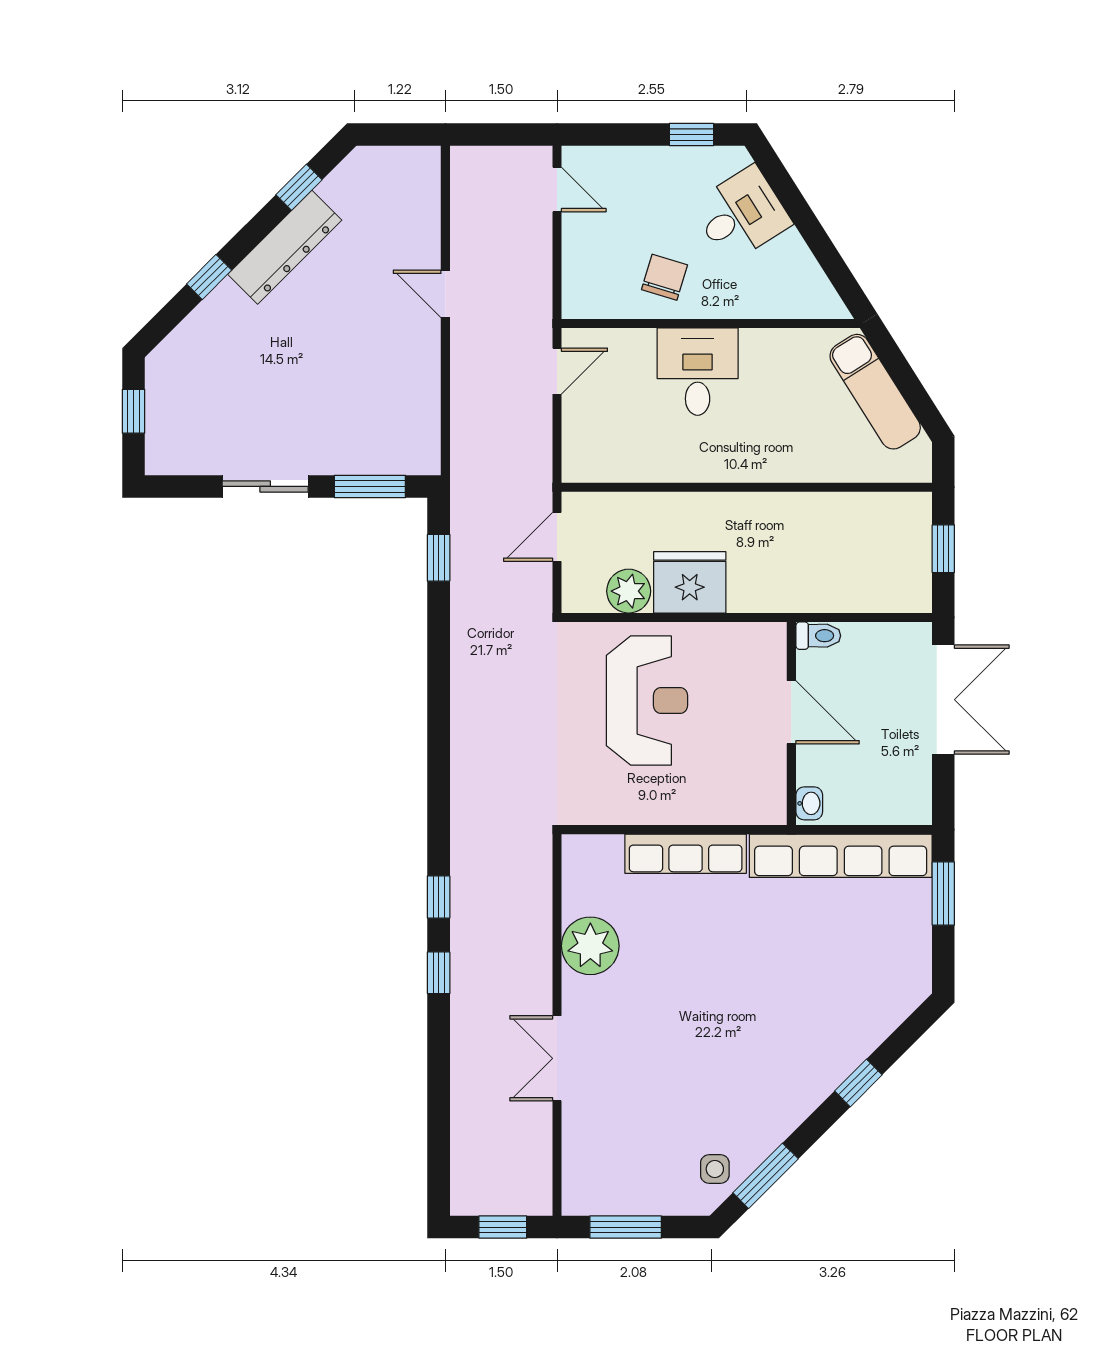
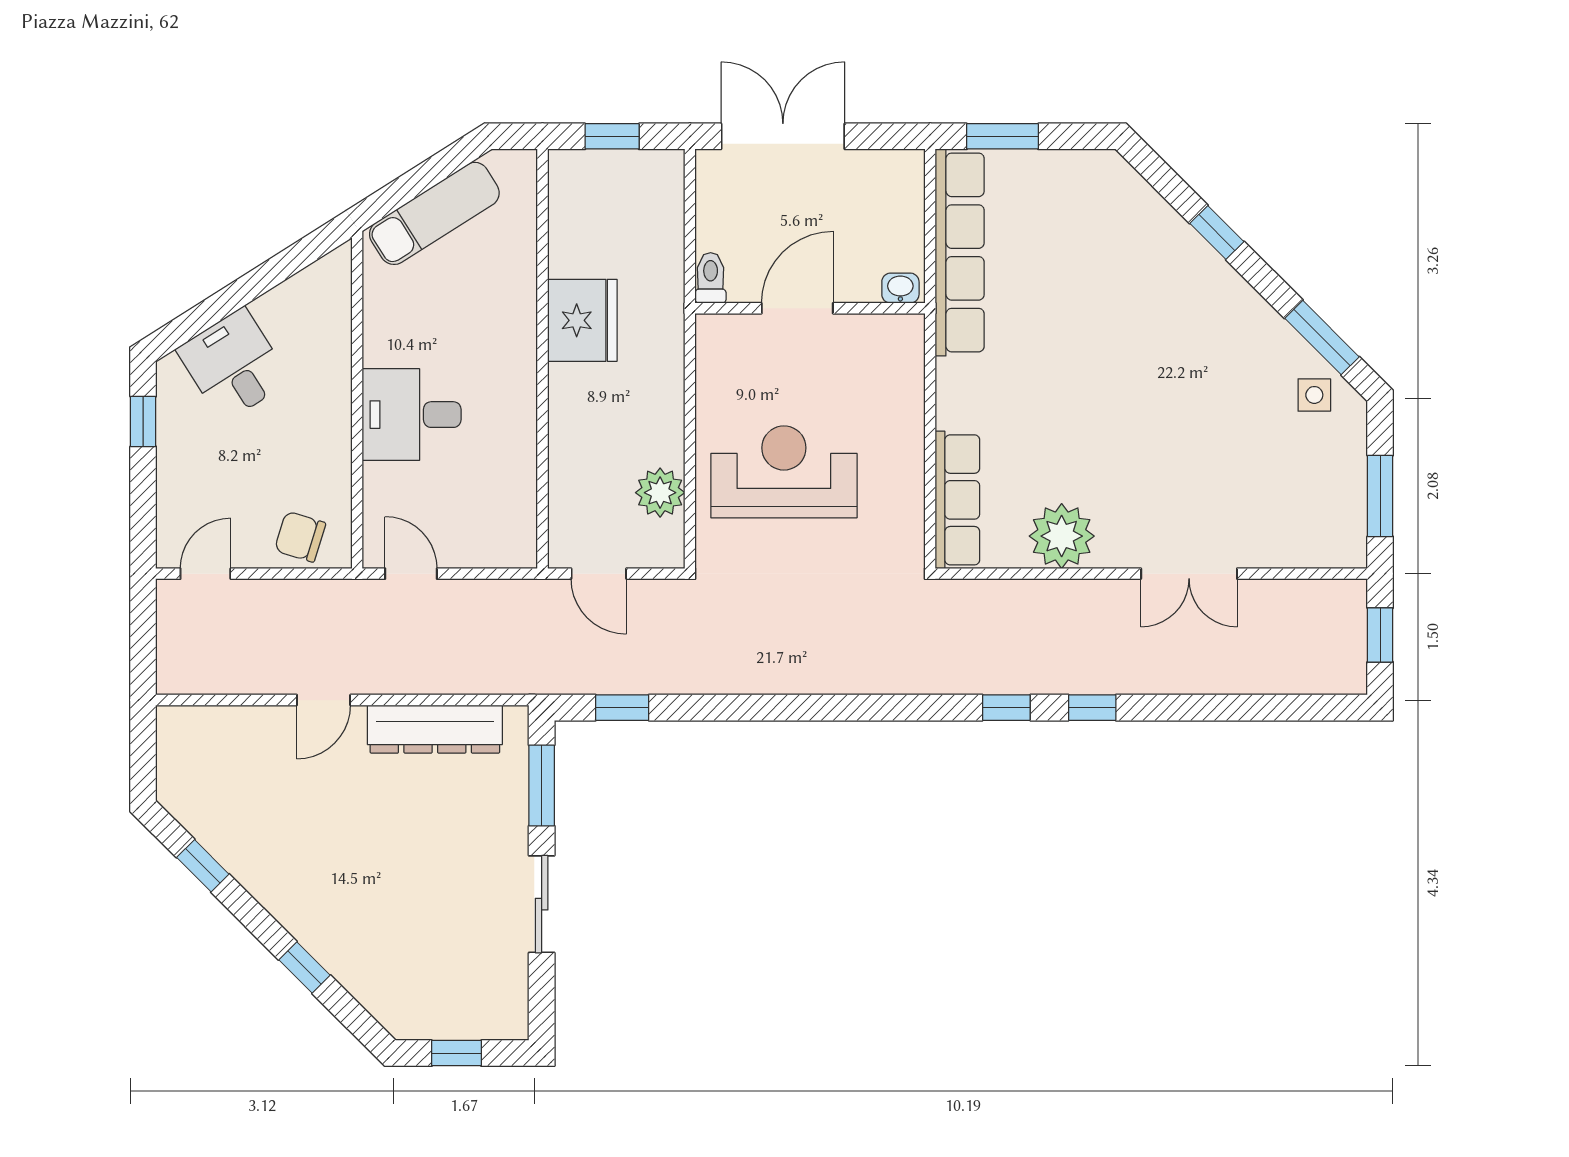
dresser: (285, 247) -> (435, 729), moved, turned 135
chair: (665, 277) -> (300, 537), moved
fridge: (690, 582) -> (582, 320), moved, turned 180
row of seats: (686, 854) -> (957, 500), moved

